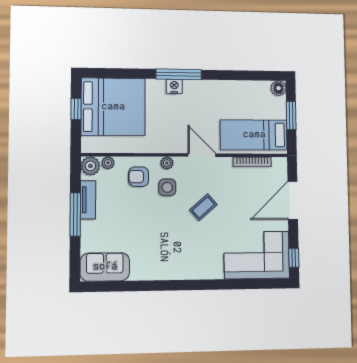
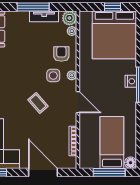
window: (291, 116) -> (109, 172), width x1.44
bed: (254, 135) -> (112, 142), moved
door: (202, 155) -> (78, 102), hinge flipped

